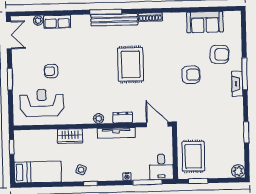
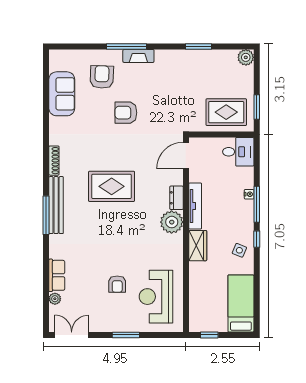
armchair: (191, 75) -> (126, 113), turned -90
plant: (99, 119) -> (172, 222), width x1.88, depth x1.88
wardrobe: (70, 136) -> (198, 246), moved
window: (147, 182) -> (257, 204), moved

